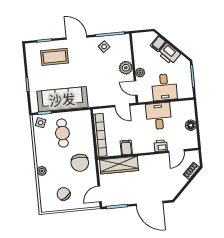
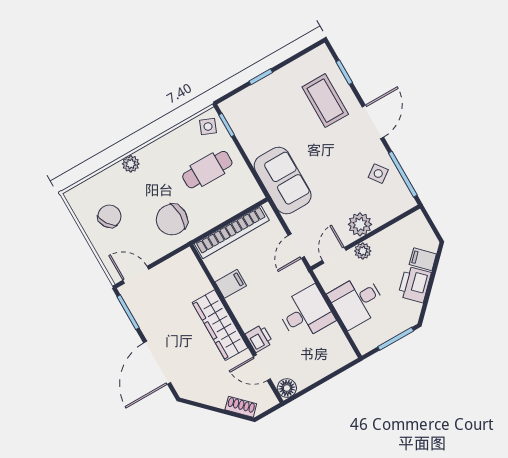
sofa: (62, 99) -> (283, 181), moved, width x0.73
floor lamp: (191, 125) -> (287, 388), moved
wardrobe: (119, 165) -> (220, 325), moved

